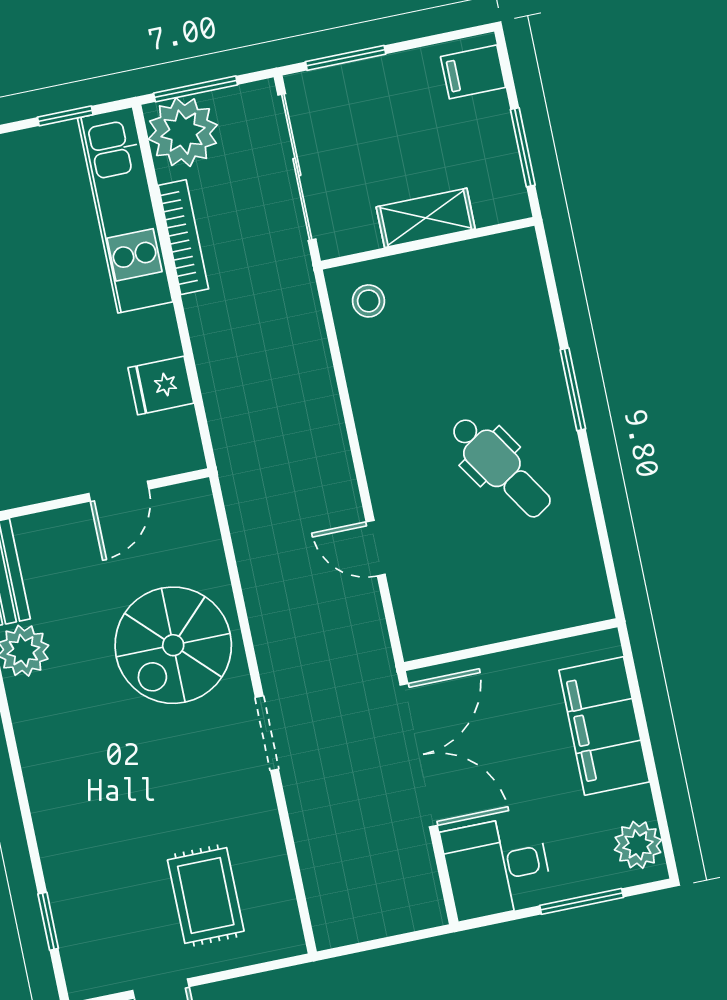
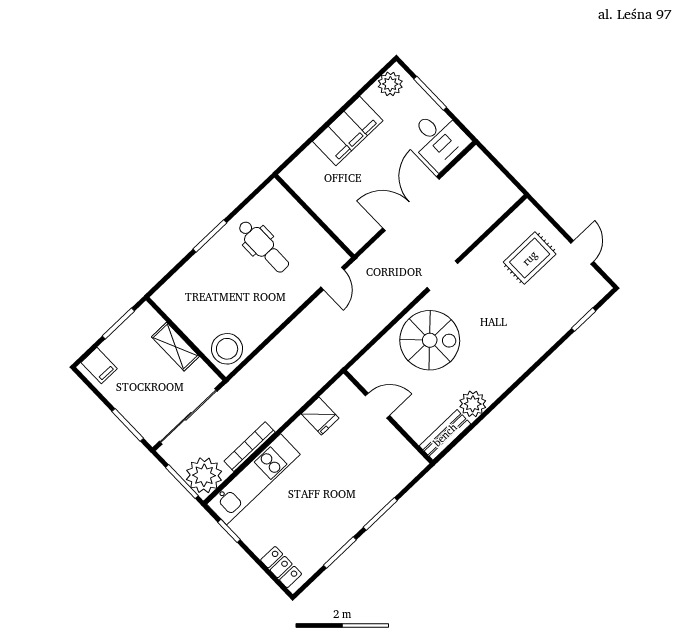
stool: (369, 301) -> (227, 349), width x1.89, depth x1.89
dental chair: (500, 467) -> (263, 246), turned 123
wall: (511, 645) -> (314, 216), moved

